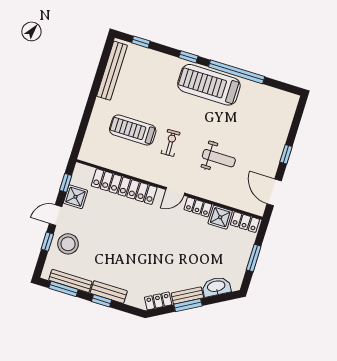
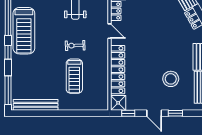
window: (141, 42) -> (8, 90), width x2.17
shower: (75, 197) -> (118, 103), moved
stool: (68, 244) -> (171, 79), moved

